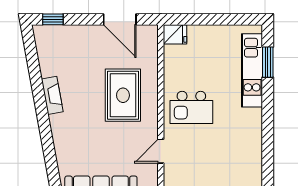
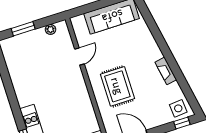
side table: (51, 40) -> (178, 108), added
kitchen island: (191, 107) -> (68, 93), removed

